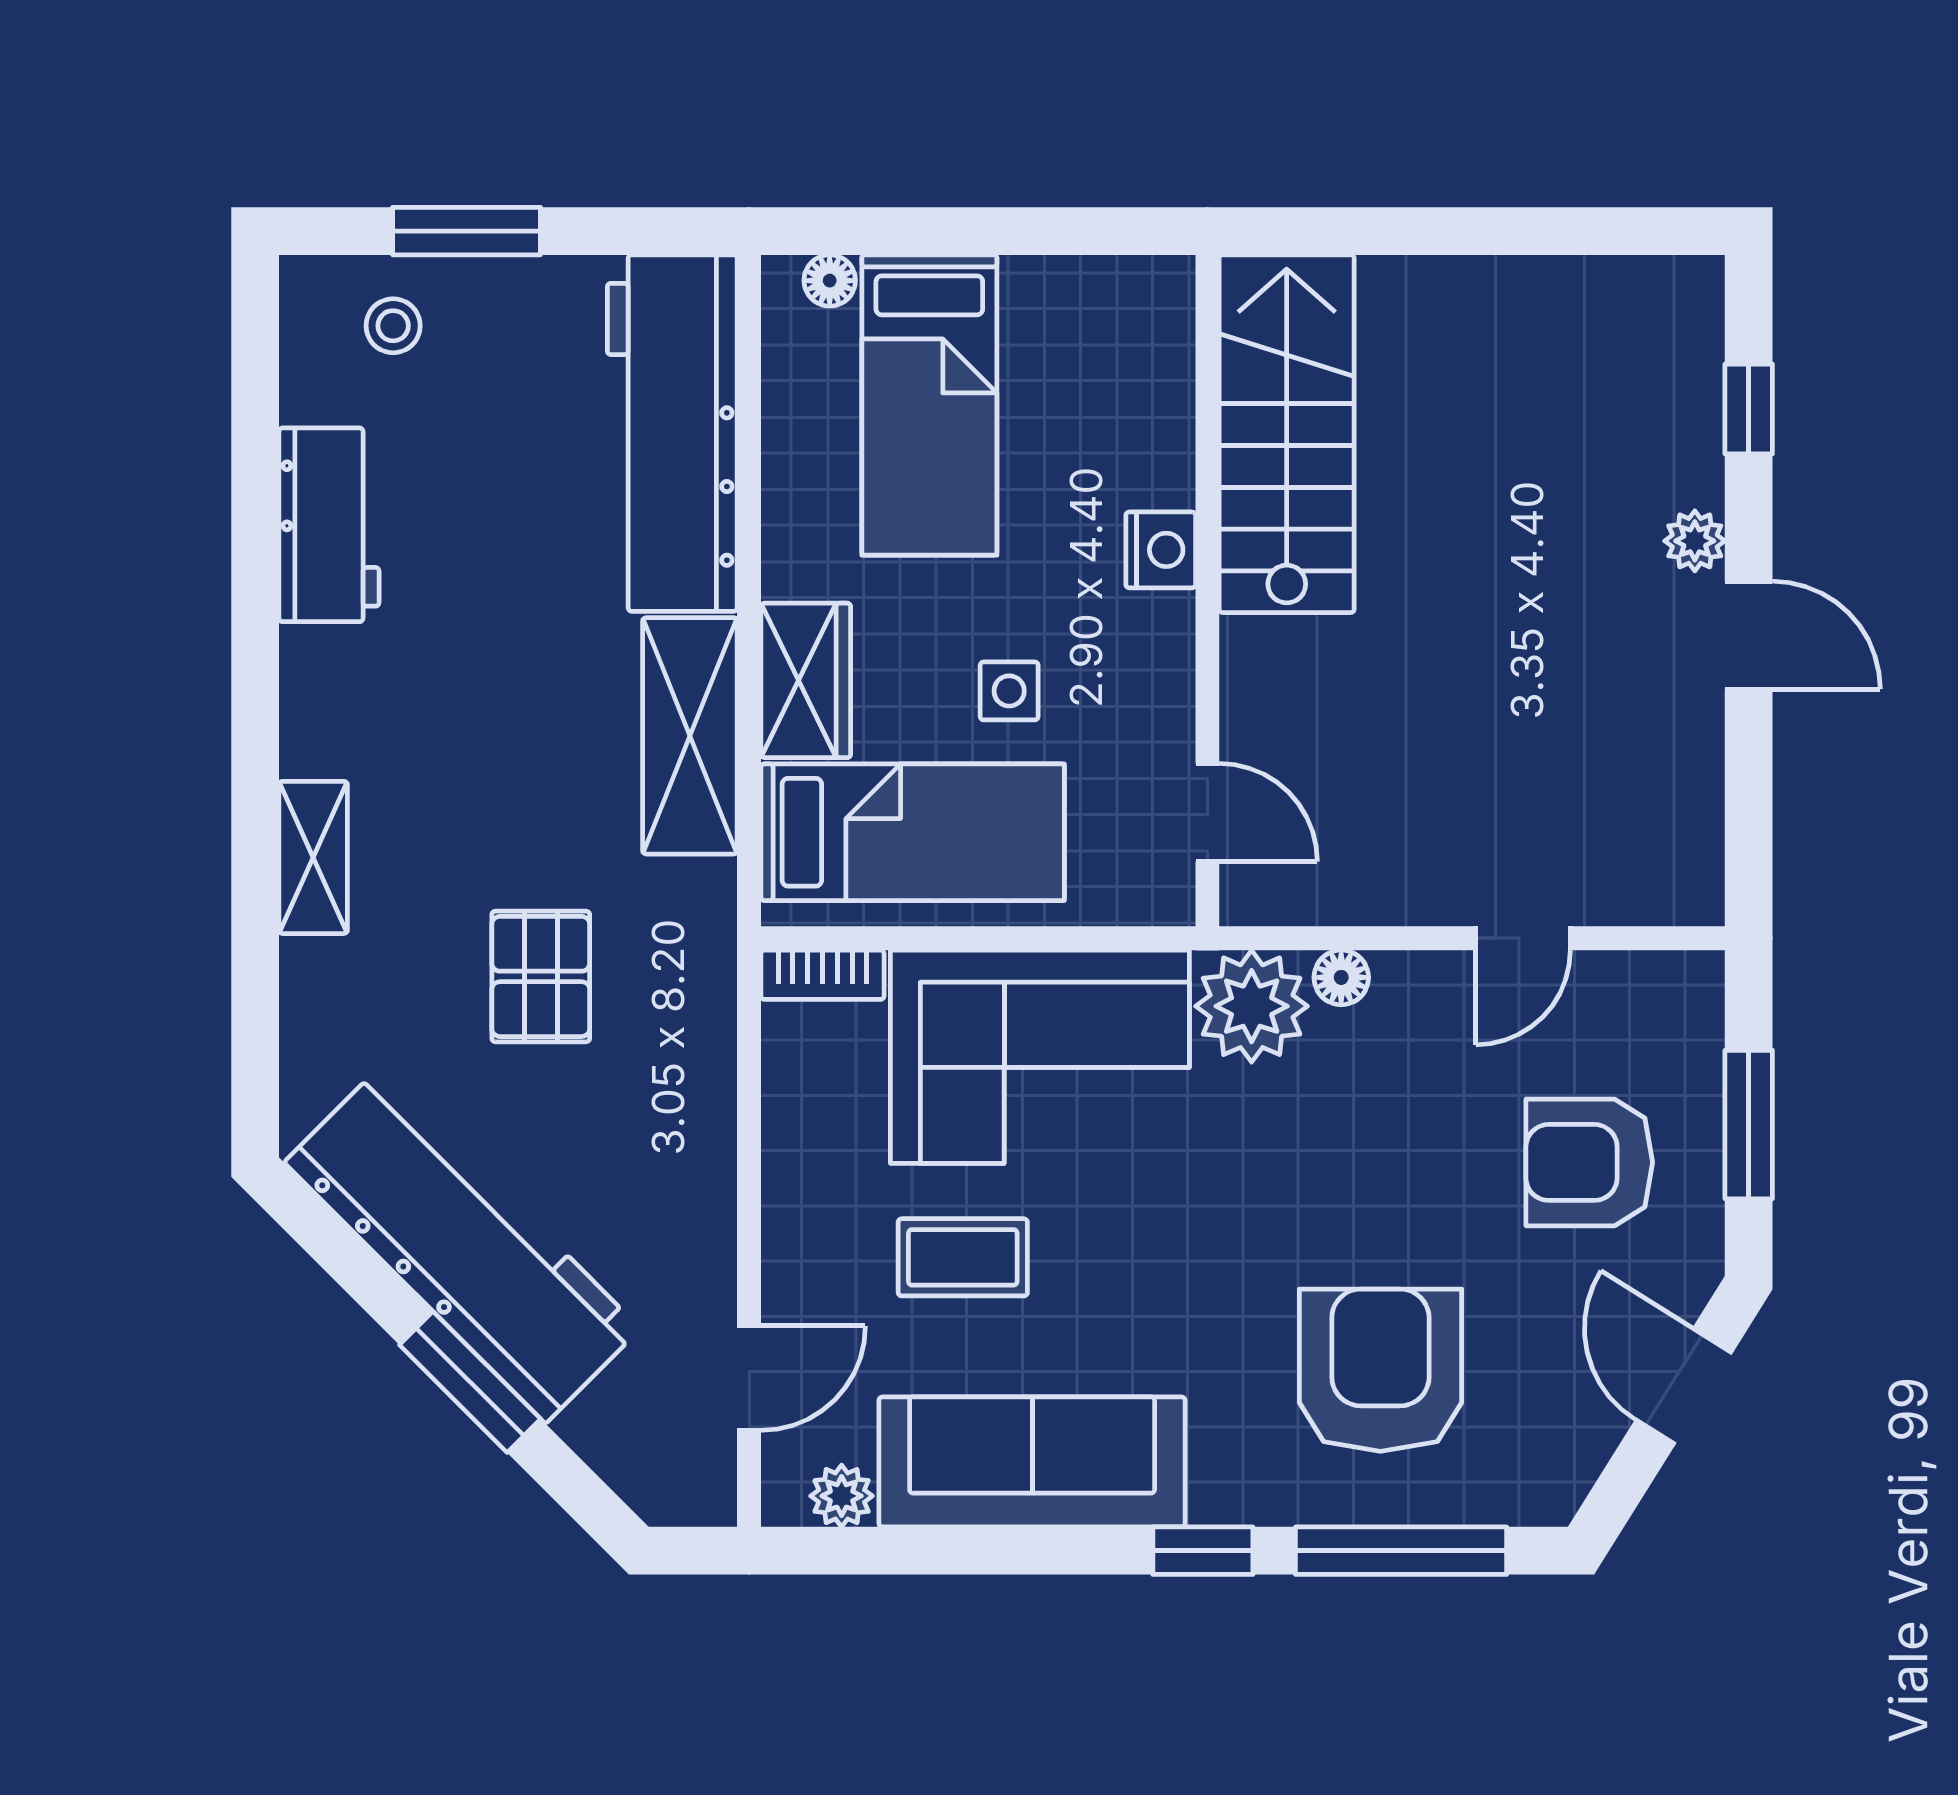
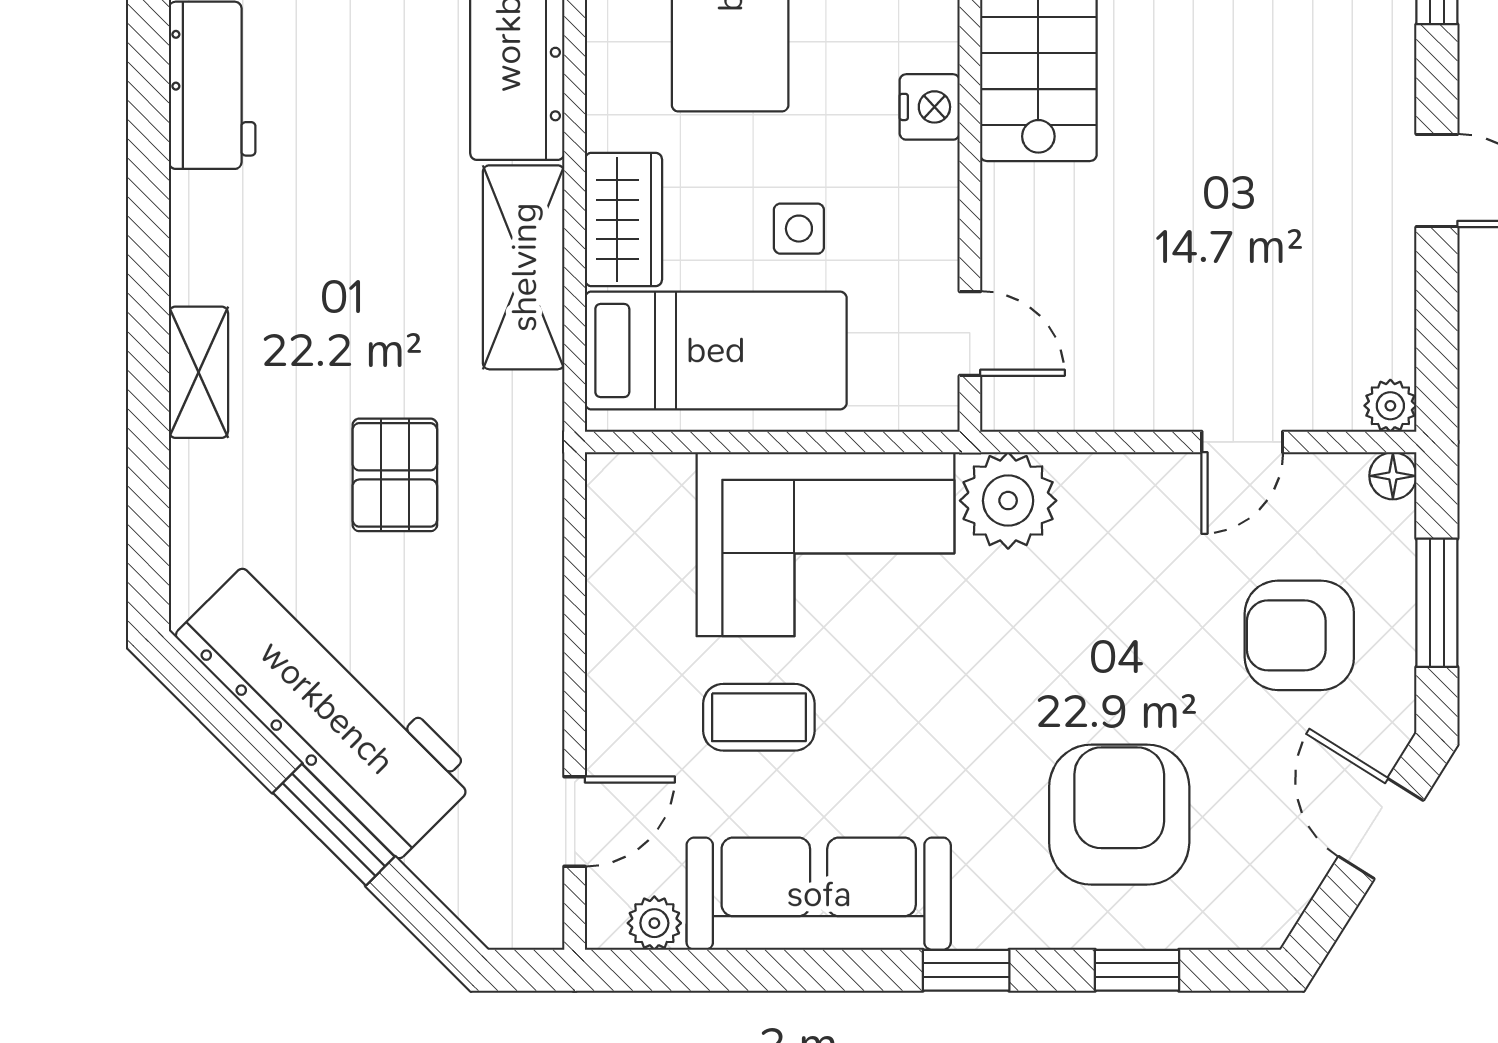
plant: (1695, 541) -> (1390, 406), moved
bookcase: (823, 975) -> (638, 473), removed
floor lamp: (1341, 977) -> (1393, 476), moved
window: (1401, 1551) -> (1137, 970), width x0.46

